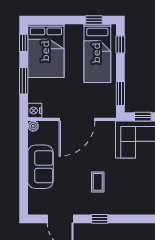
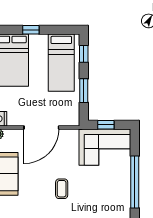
window: (94, 20) -> (31, 30), moved
window: (120, 93) -> (84, 91), moved

